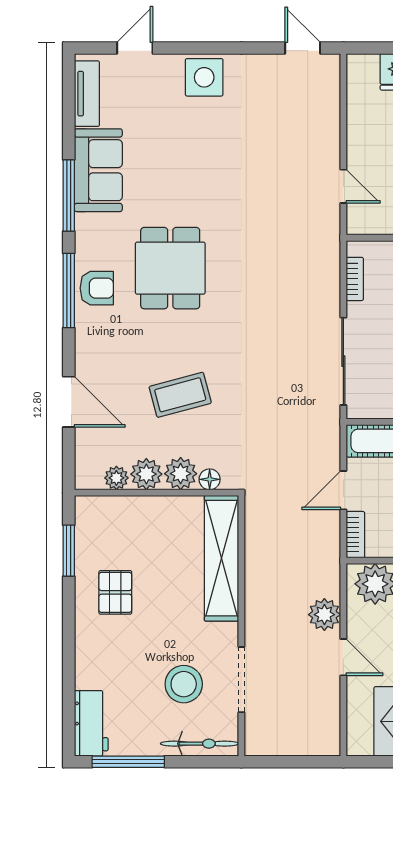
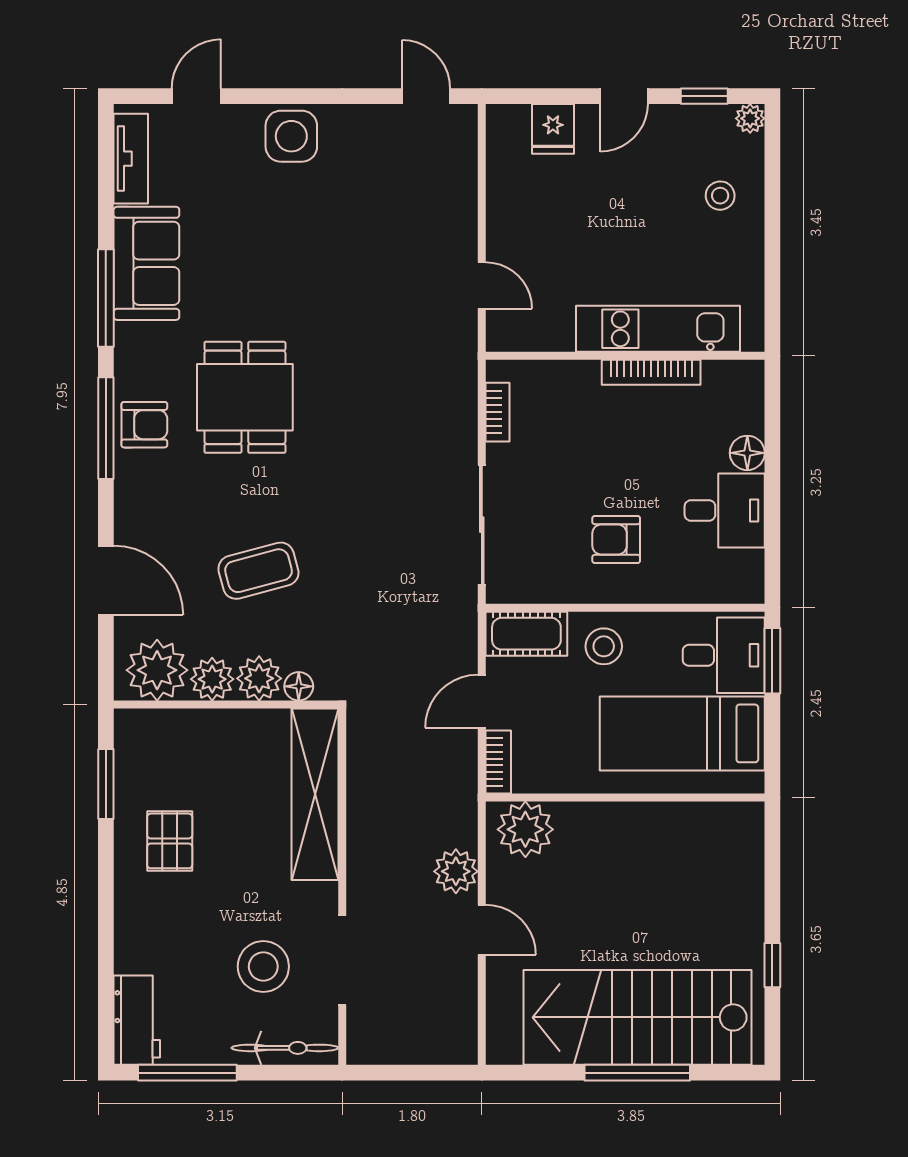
plant: (116, 478) -> (157, 670), width x1.88, depth x1.88

